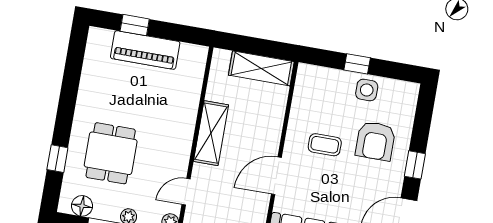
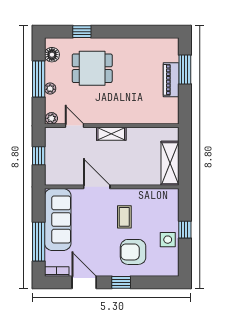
window: (135, 25) -> (185, 69), width x1.50
piano: (145, 50) -> (171, 80), width x0.73, depth x0.75
shelving: (211, 133) -> (111, 134), width x0.67, depth x0.75

